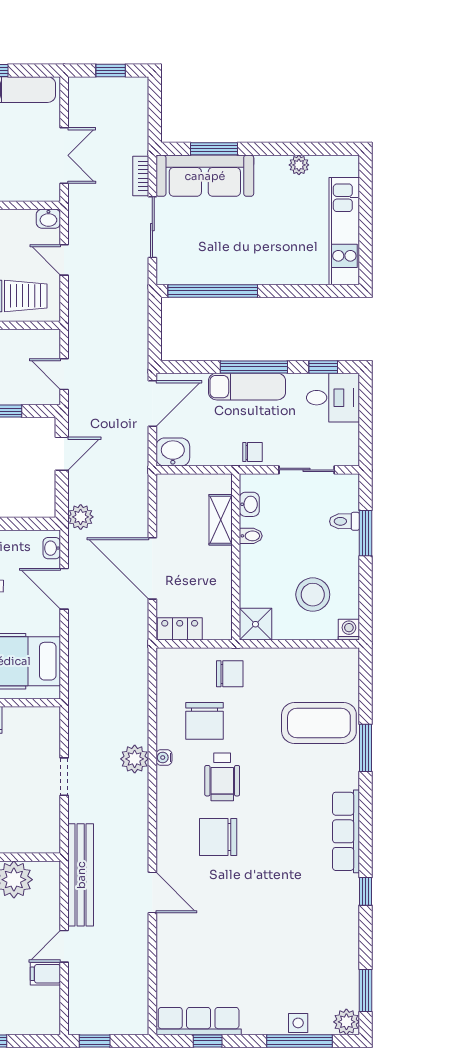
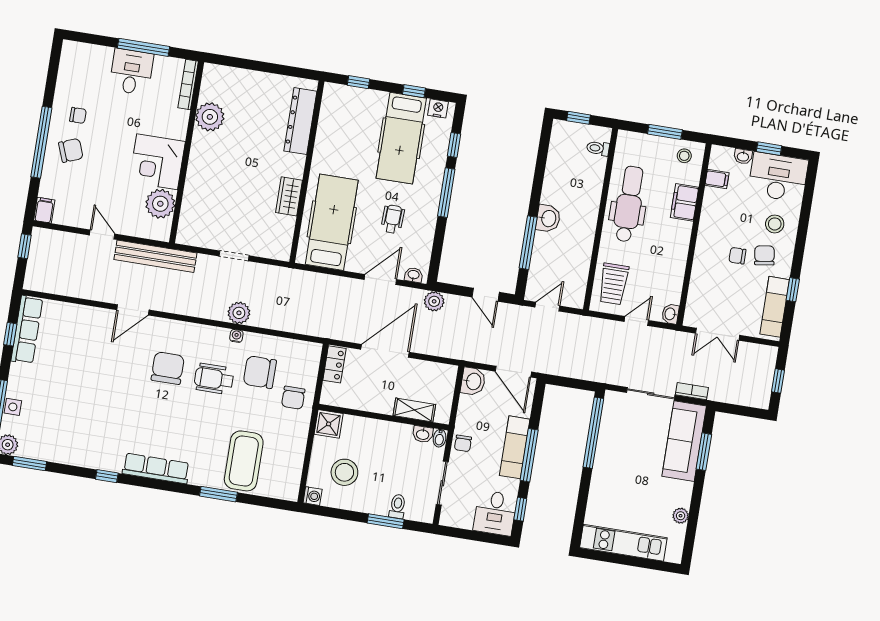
bidet: (251, 536) -> (440, 438), moved
filing cabinet: (45, 974) -> (44, 210), moved

